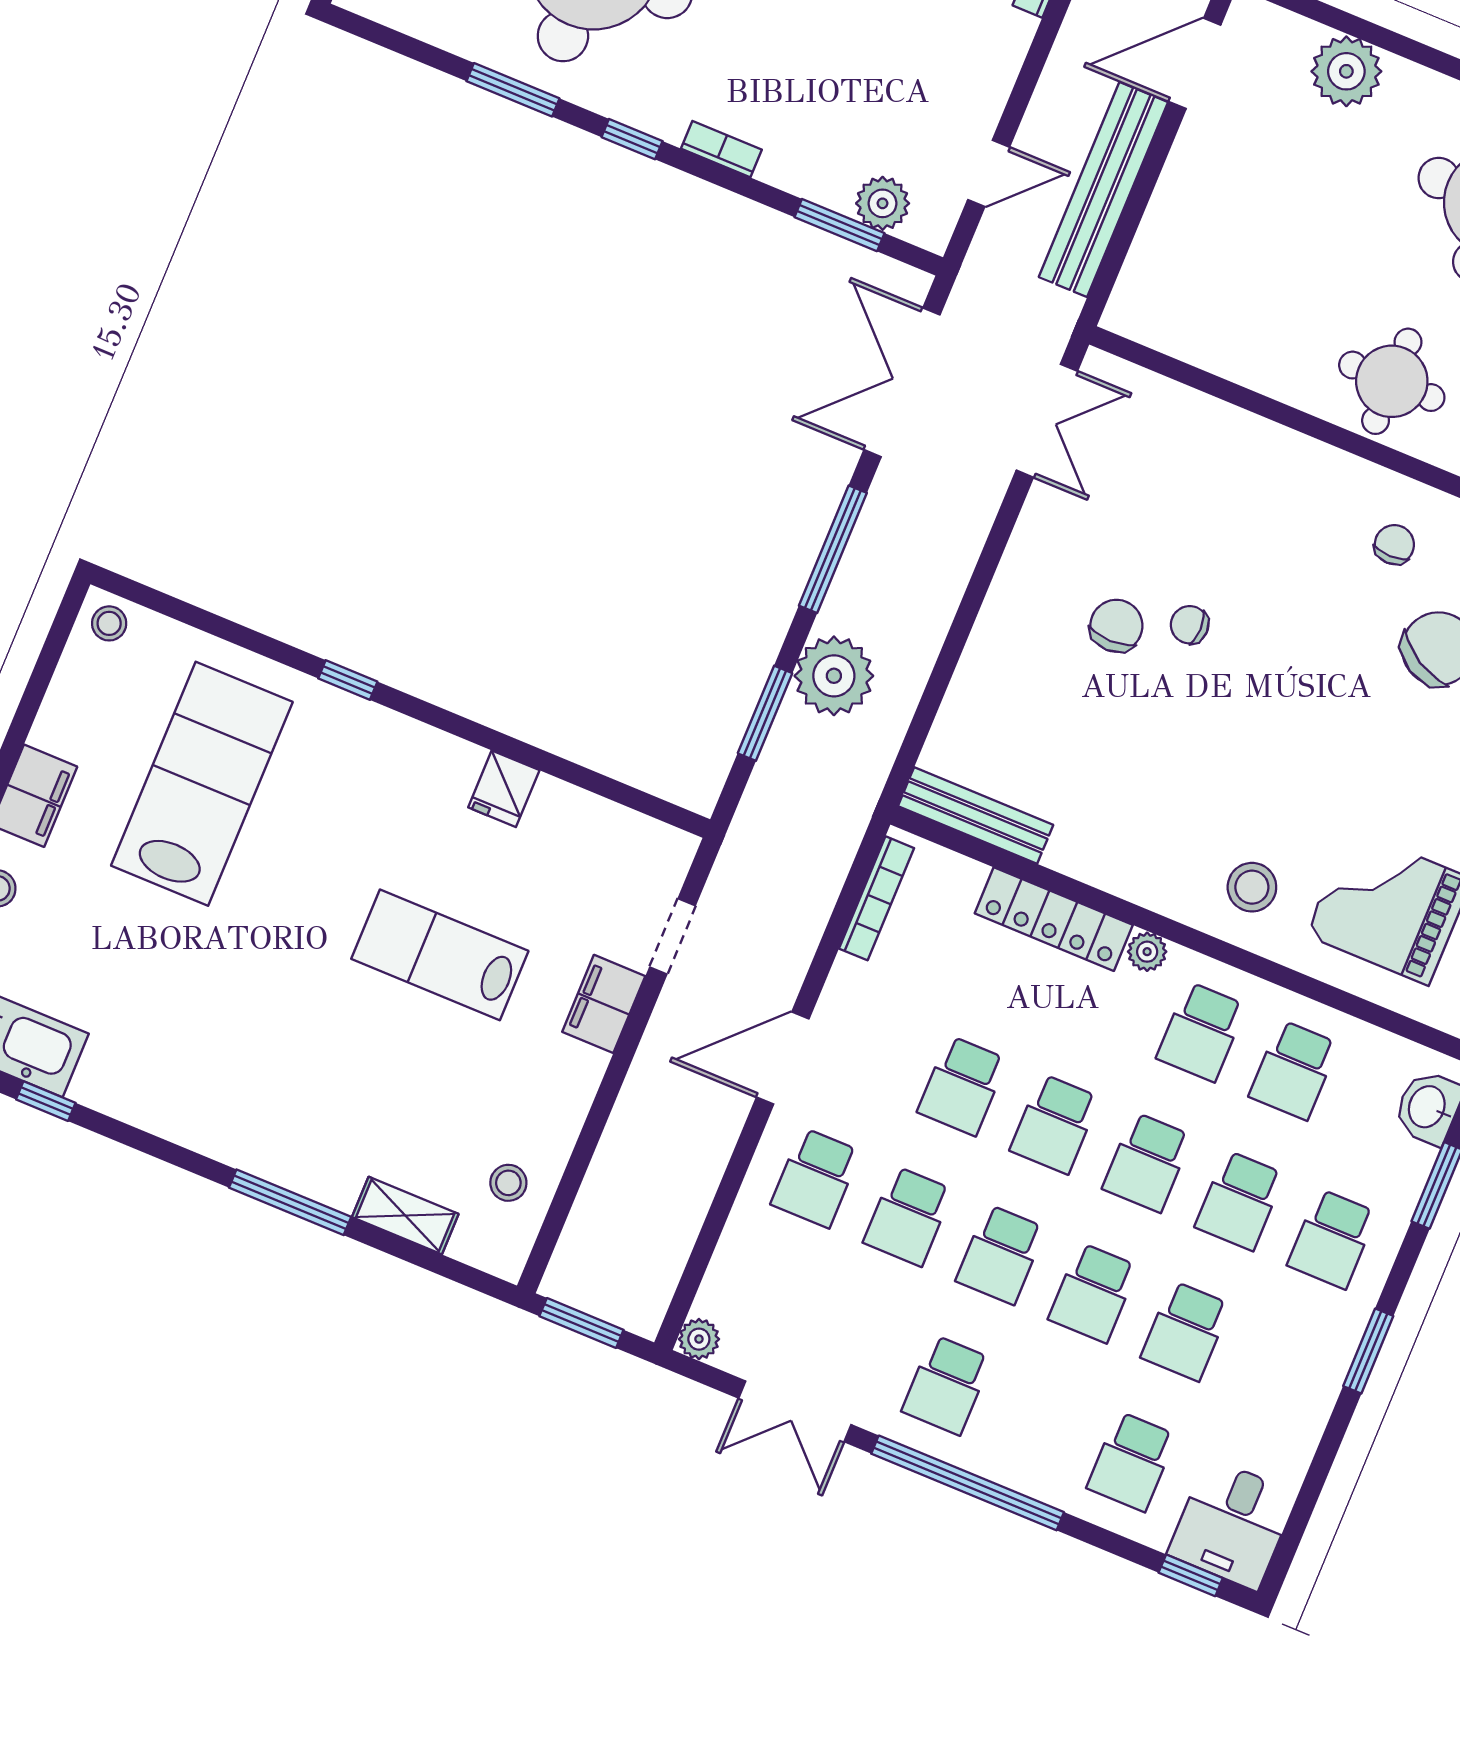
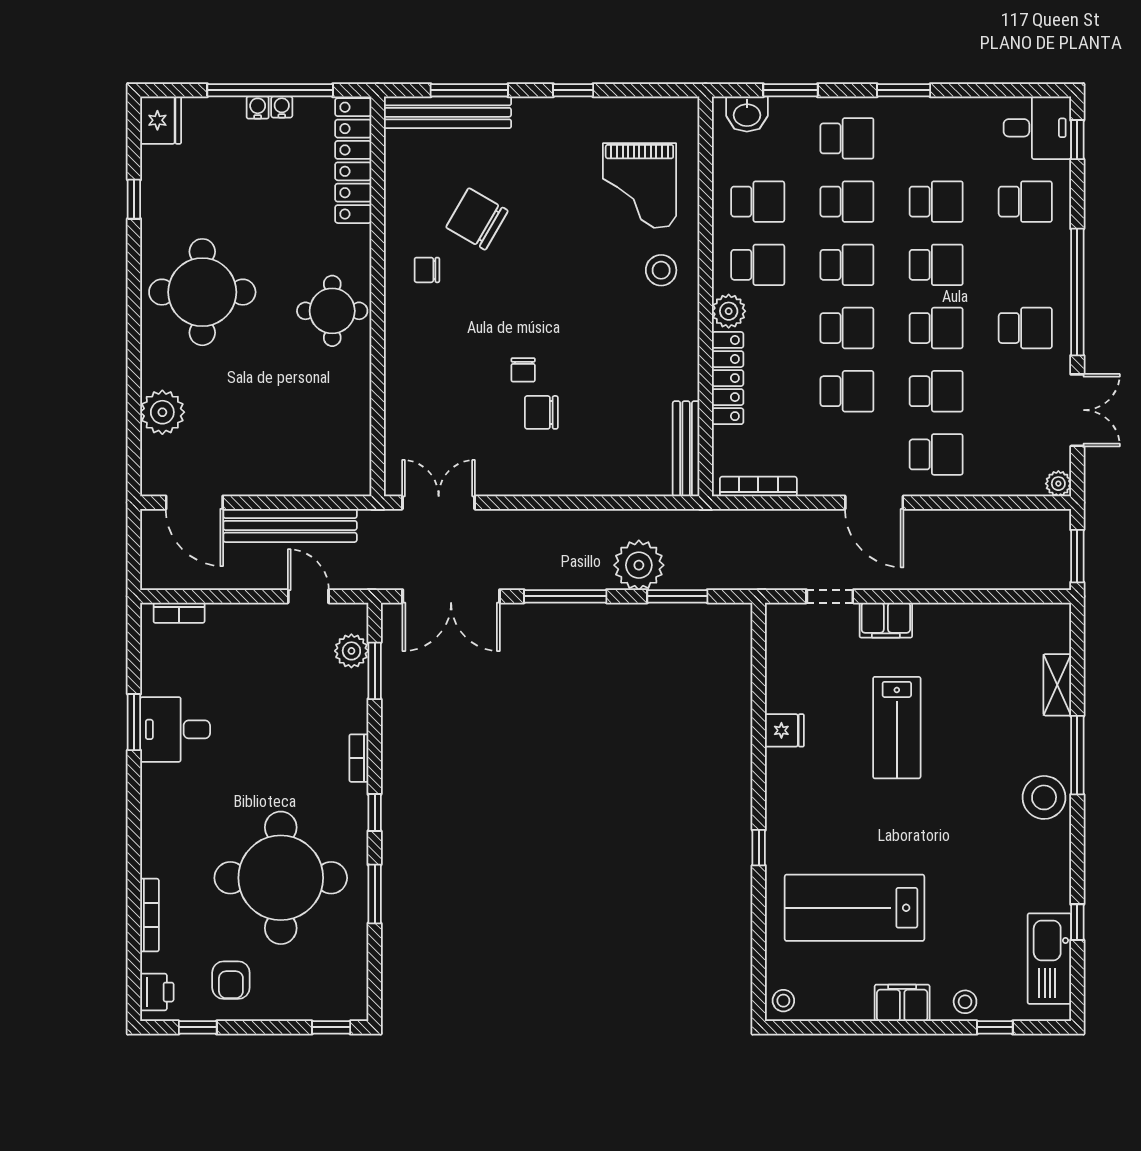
plant: (1147, 952) -> (729, 311), width x1.38, depth x1.38
stool: (508, 1183) -> (1044, 797), moved, width x1.89, depth x1.89

